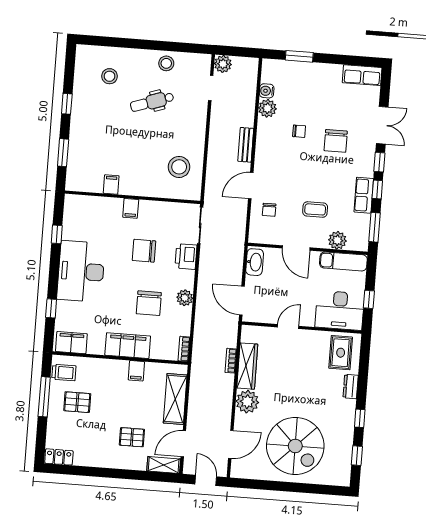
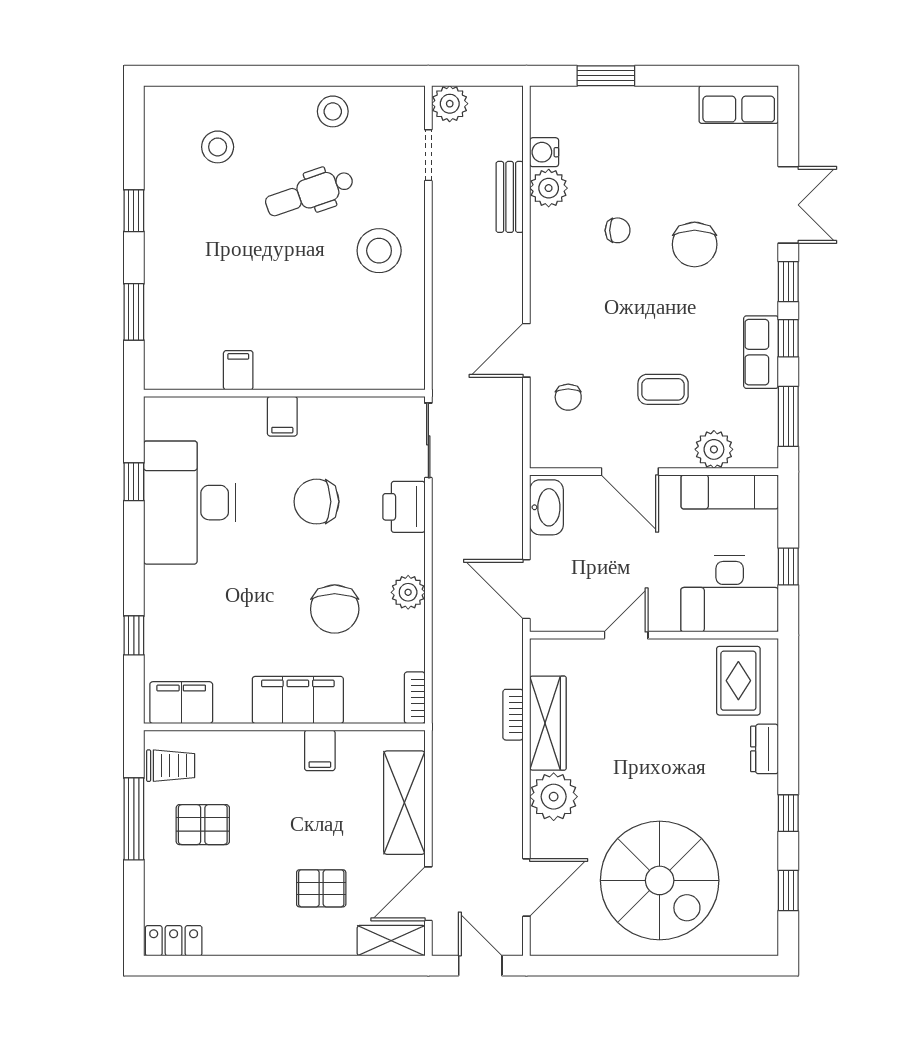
bench: (246, 145) -> (510, 197), moved
stool: (179, 167) -> (379, 251), moved
desk: (81, 271) -> (190, 503), moved

